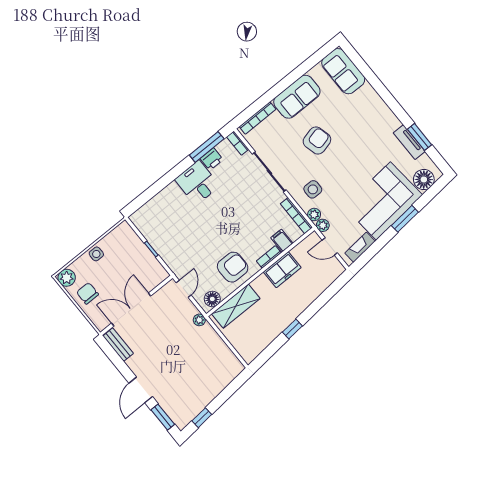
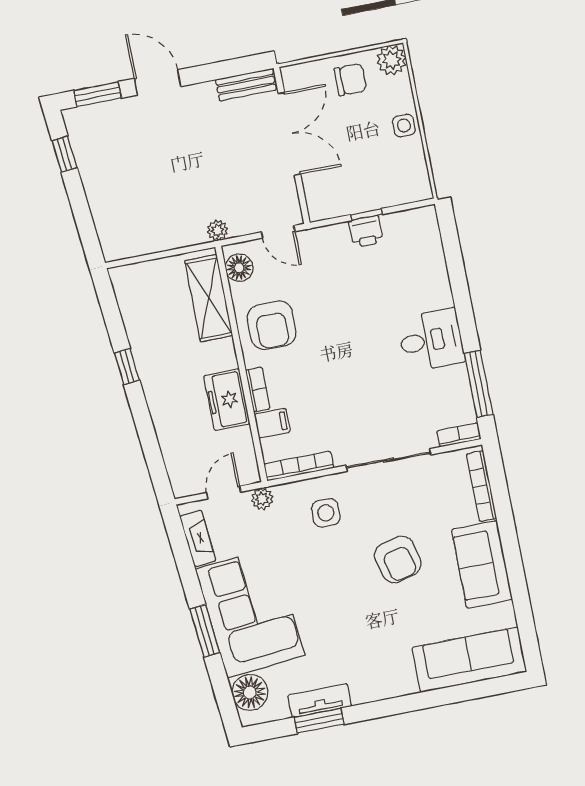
sofa: (343, 71) -> (469, 660), width x1.36
printer: (212, 159) -> (366, 232), moved, turned -90
plant: (314, 215) -> (286, 494), removed

